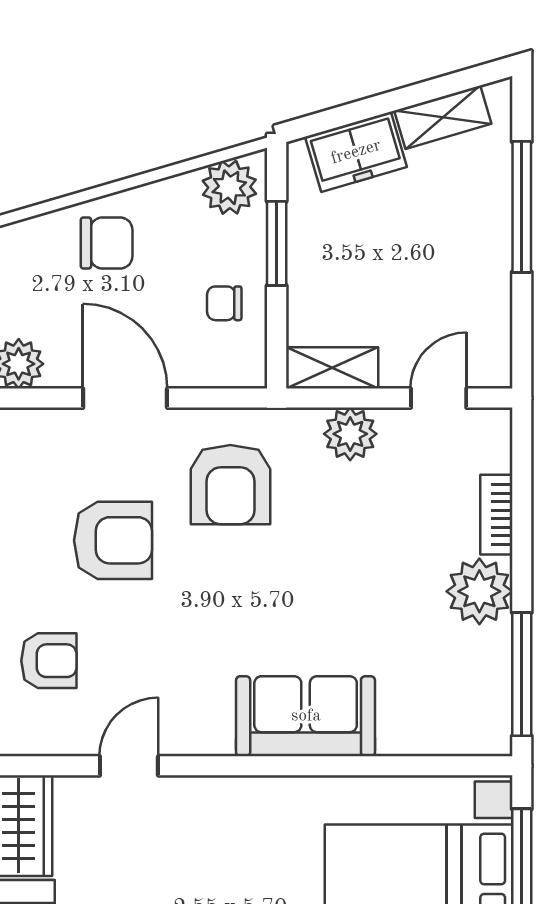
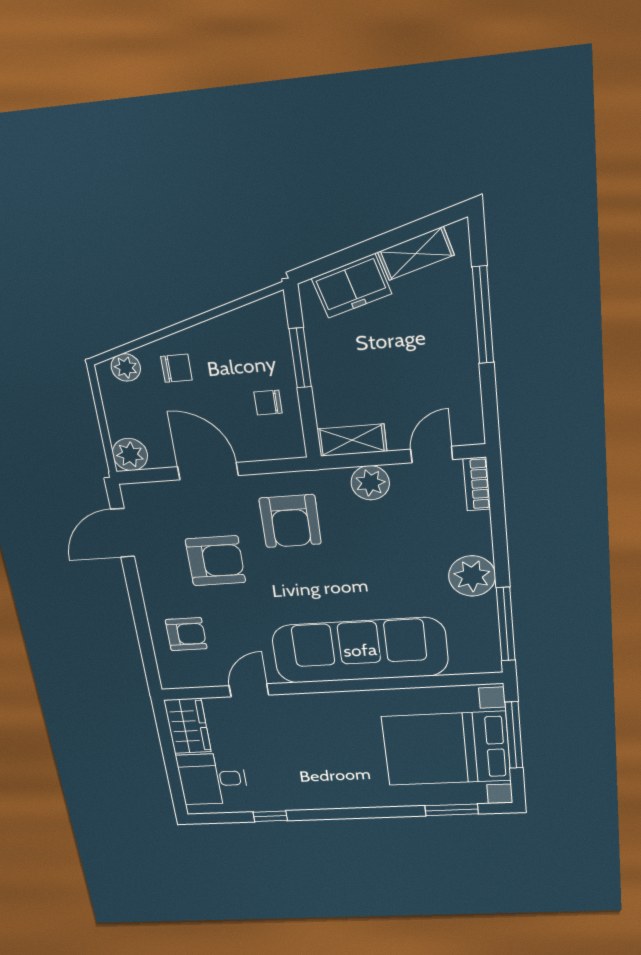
plant: (229, 187) -> (126, 367), moved, width x0.73, depth x0.73
chair: (107, 243) -> (176, 368), width x0.73, depth x0.73
bookcase: (496, 515) -> (477, 484), moved
sofa: (306, 716) -> (360, 650), width x1.85, depth x1.27

